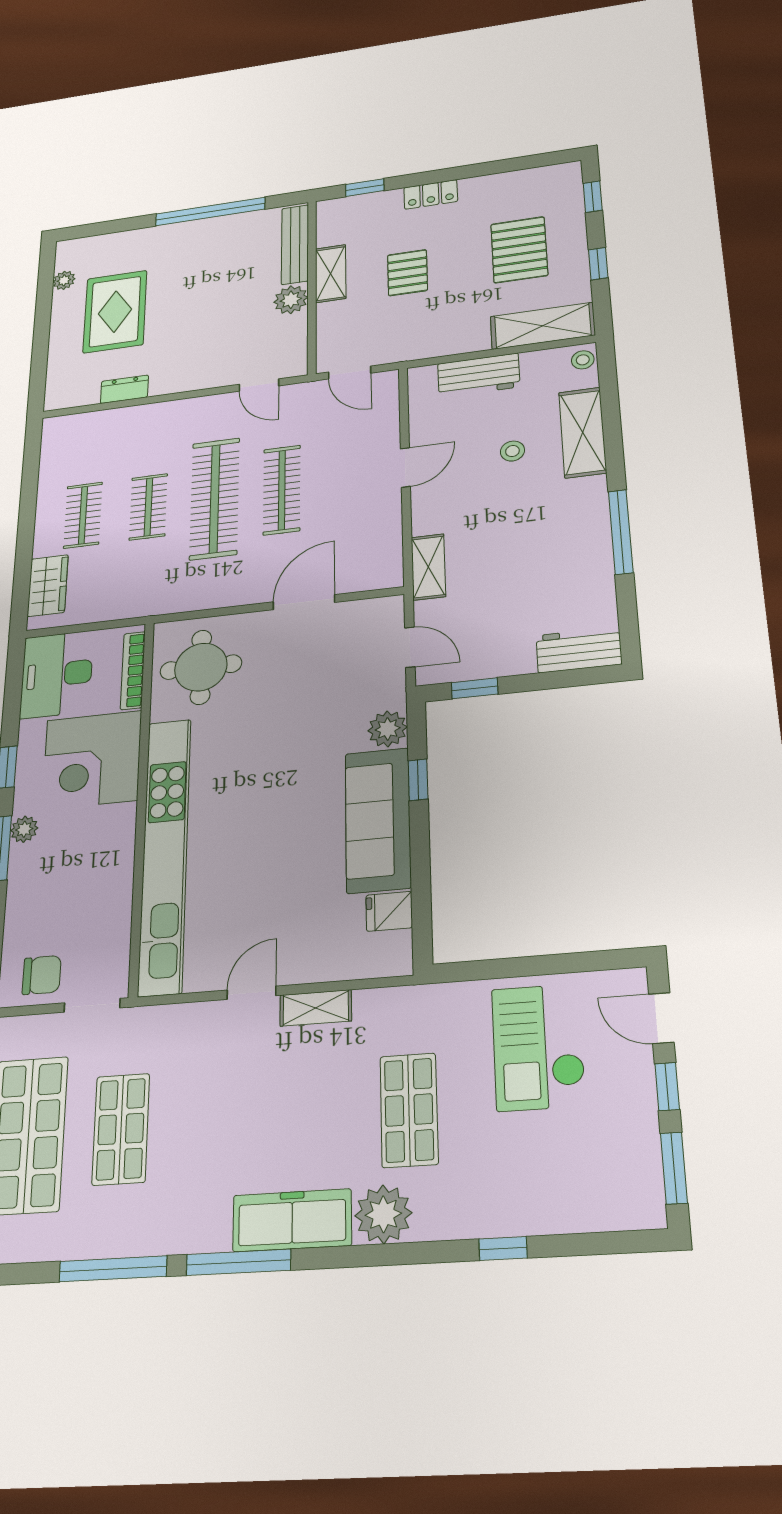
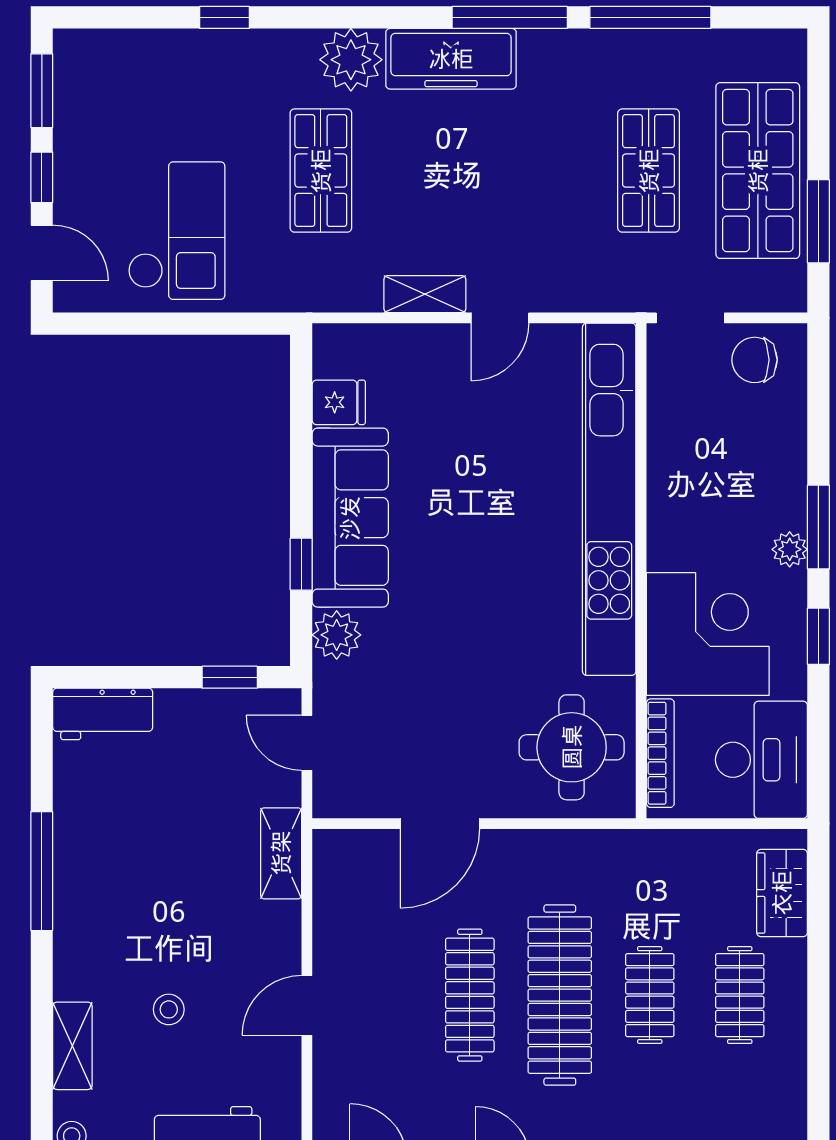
shelving: (583, 432) -> (72, 1046), width x0.67, depth x0.75

